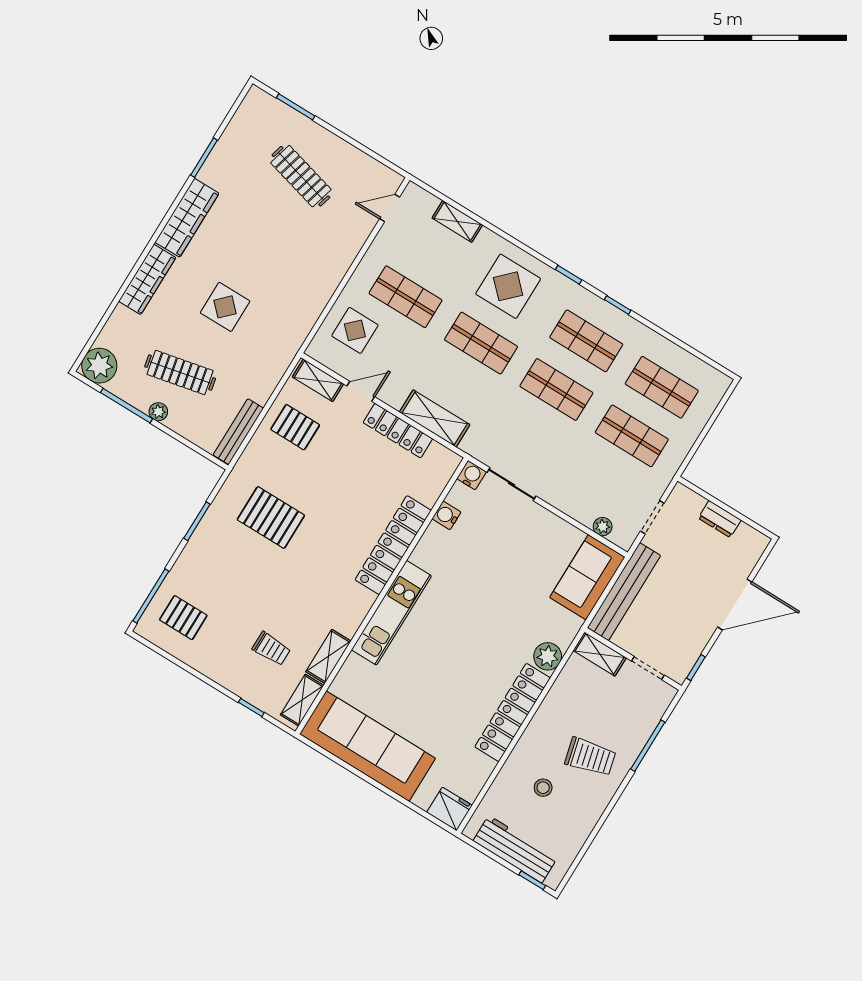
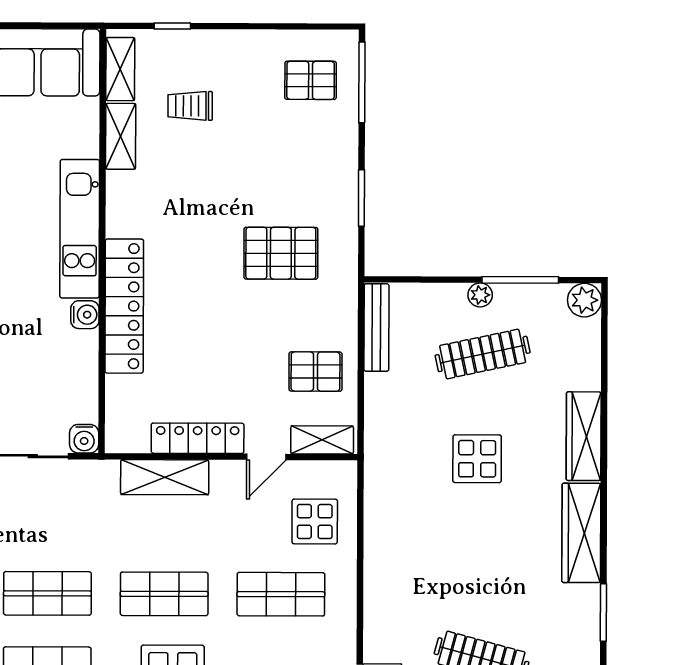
plant: (99, 366) -> (584, 300), width x0.73, depth x0.73
water cooler: (446, 515) -> (85, 315), moved

